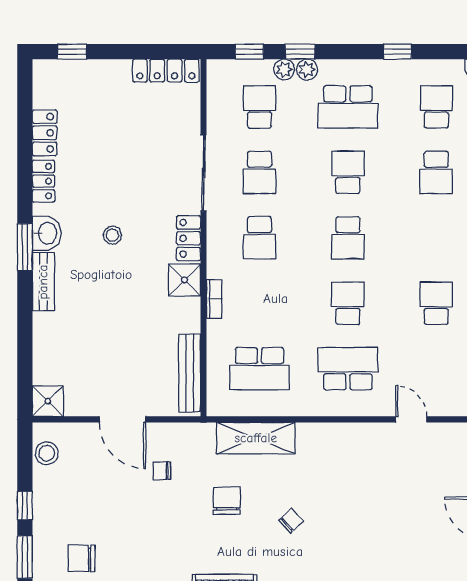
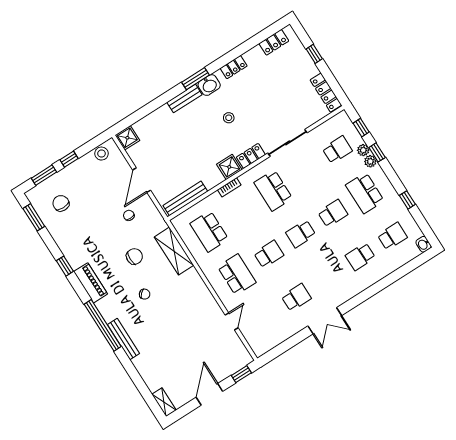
window: (72, 52) -> (314, 54), moved
locker: (45, 133) -> (274, 42), moved
school desk: (259, 172) -> (305, 170), removed
school desk: (259, 238) -> (273, 191), width x1.85

